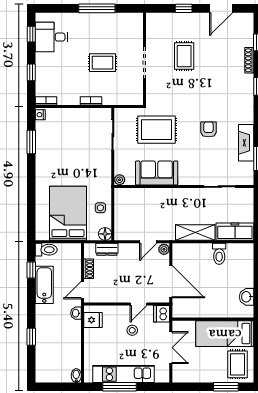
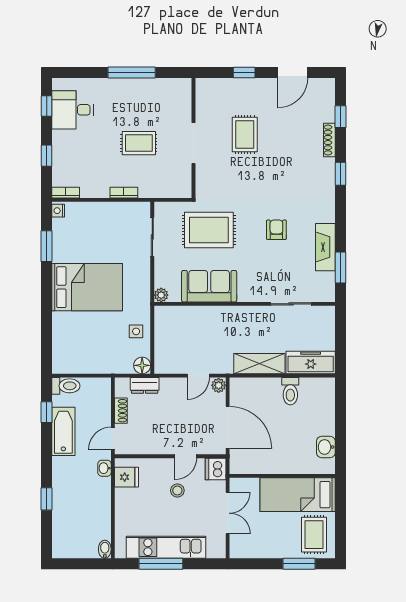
bed: (68, 213) -> (87, 287), moved, turned 90

